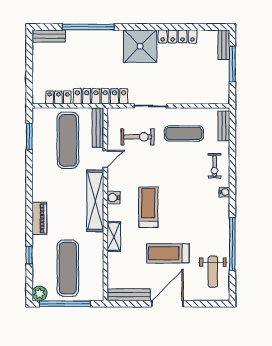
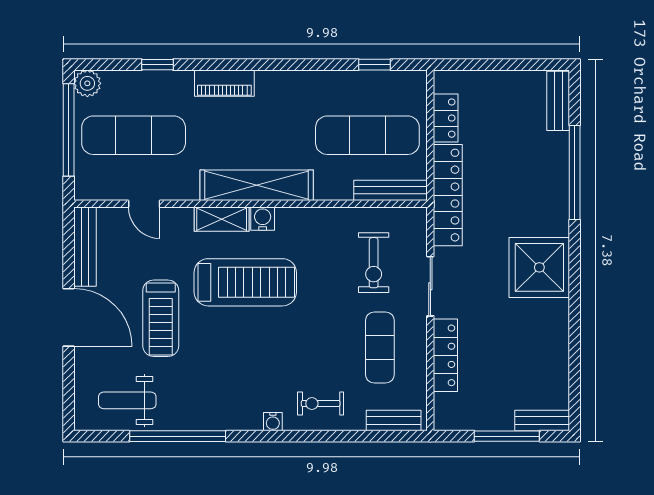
locker: (178, 36) -> (445, 355), moved, turned 180
window: (29, 136) -> (375, 65), width x0.67
door: (105, 159) -> (144, 204), moved
treadmill: (148, 207) -> (245, 282), width x1.37, depth x1.38
shelving: (114, 237) -> (222, 219), moved
treadmill: (168, 253) -> (161, 318), turned 180

